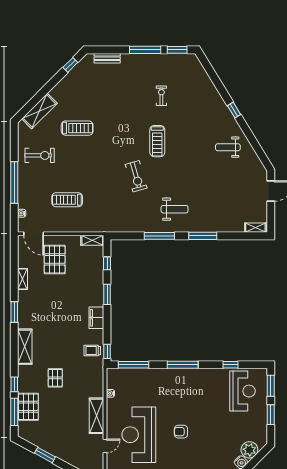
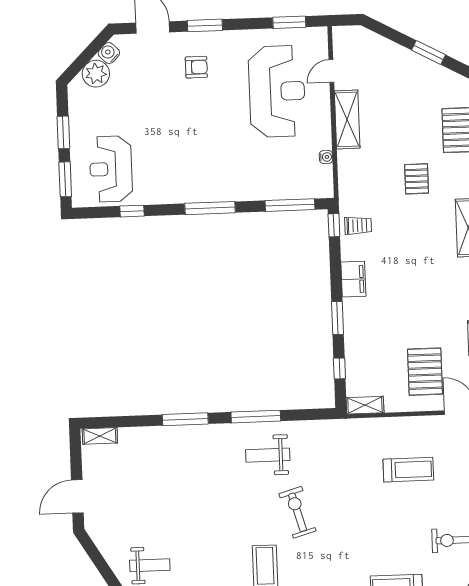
weight bench: (175, 209) -> (268, 455), moved
armchair: (181, 432) -> (196, 67), moved

